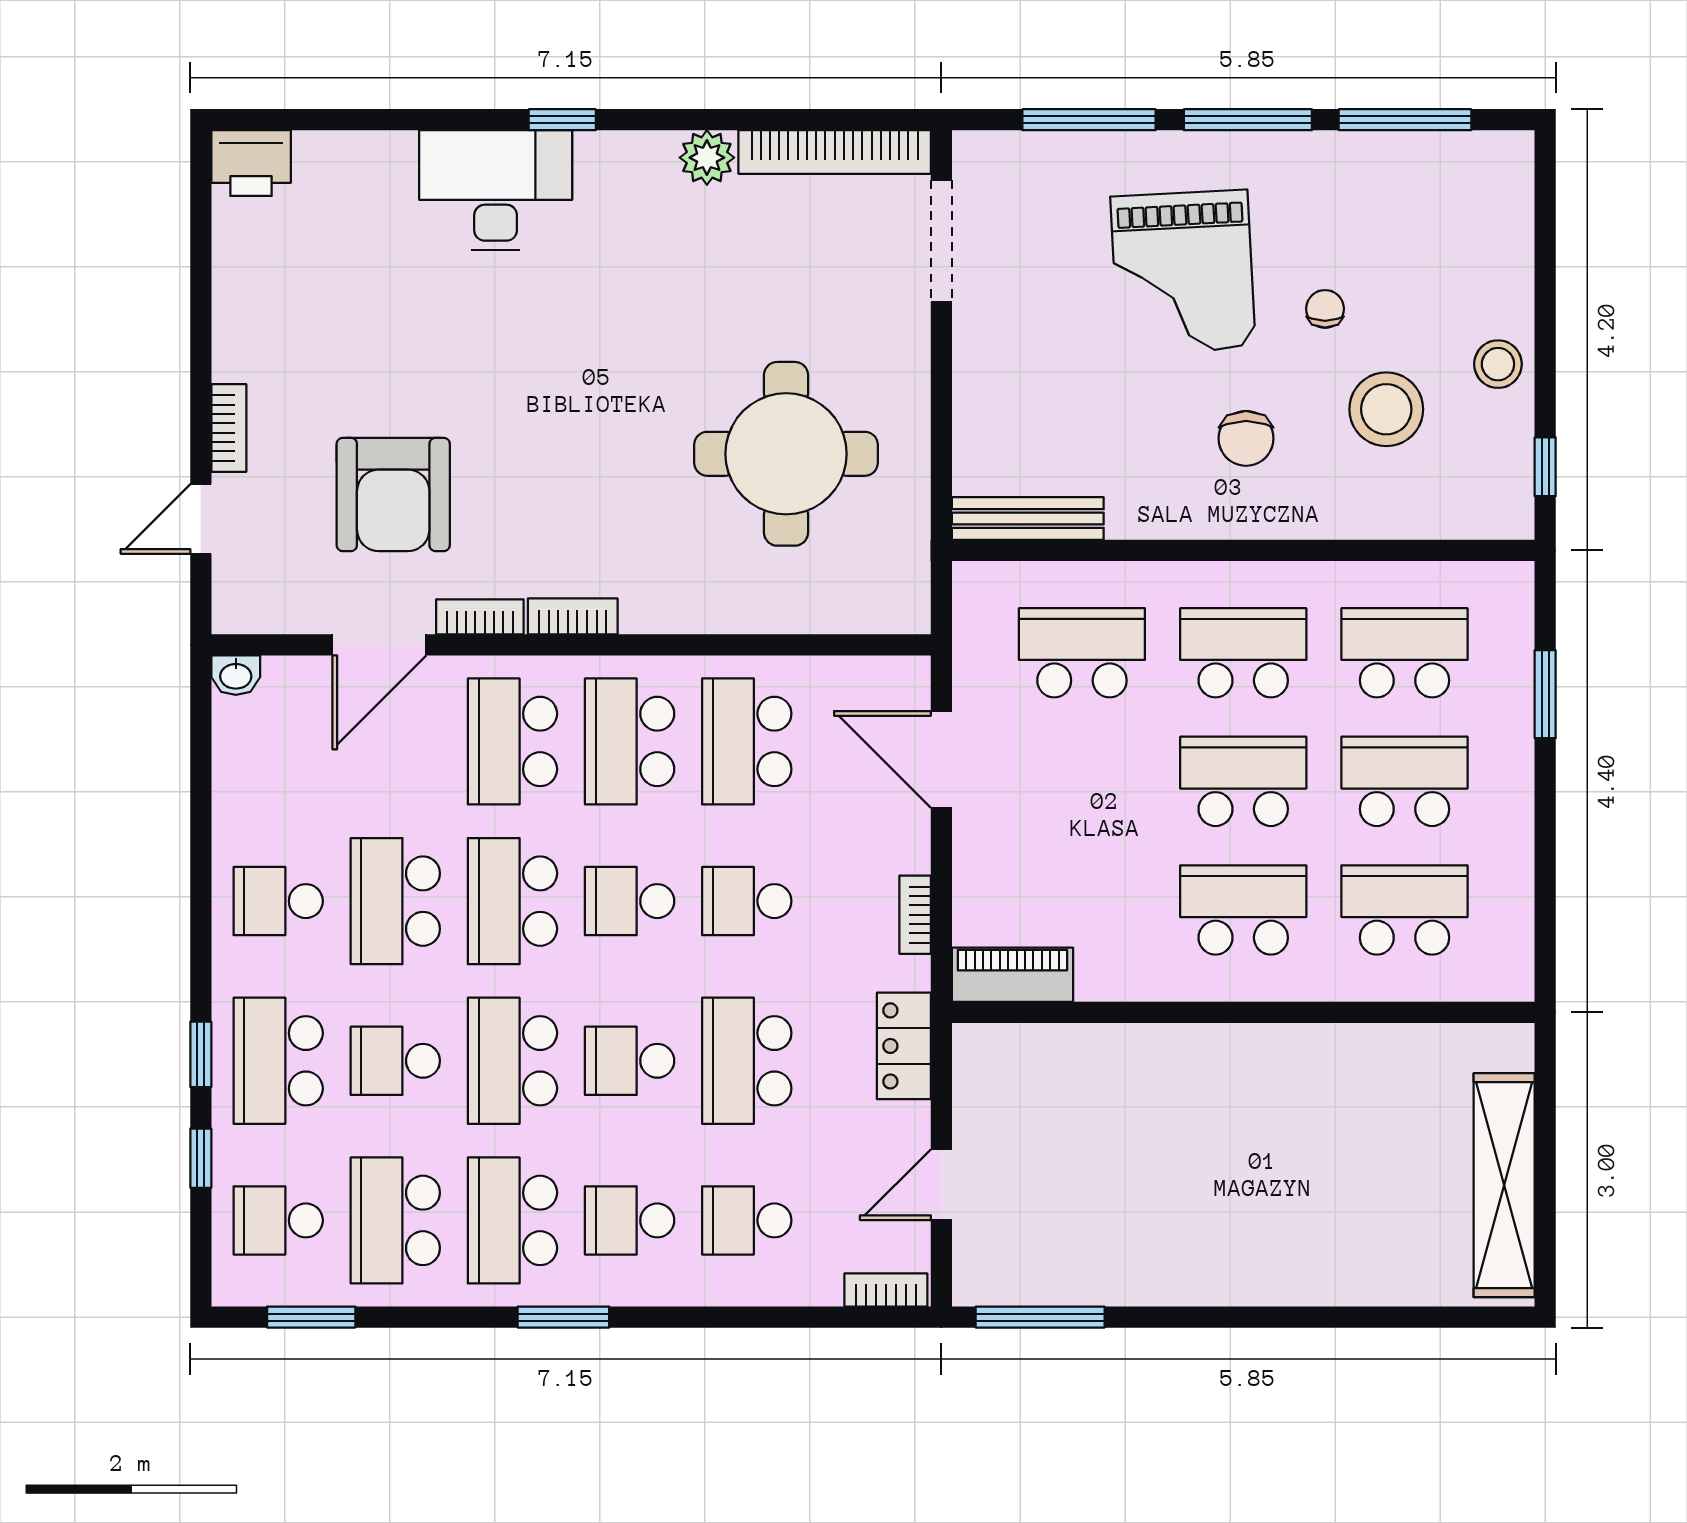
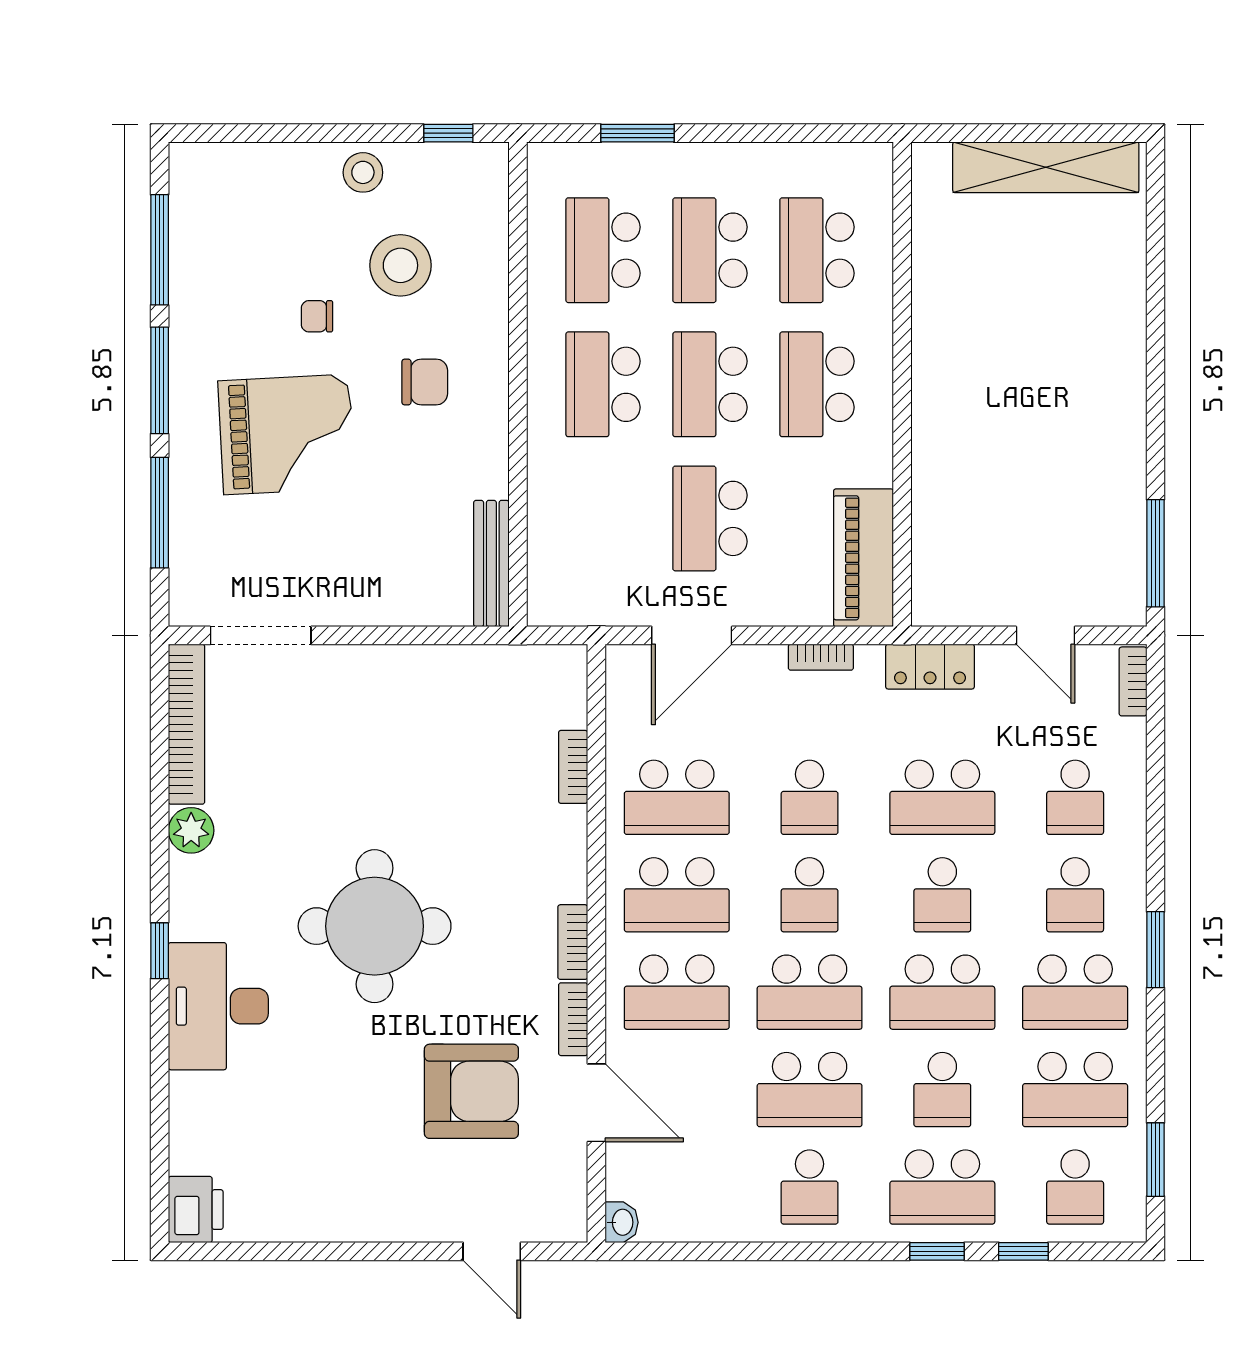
bookcase: (229, 428) -> (573, 767), moved, turned -90
round table: (786, 454) -> (375, 926), moved
school desk: (1082, 653) -> (710, 518), moved
piano: (1012, 975) -> (863, 558), width x1.37, depth x1.33

